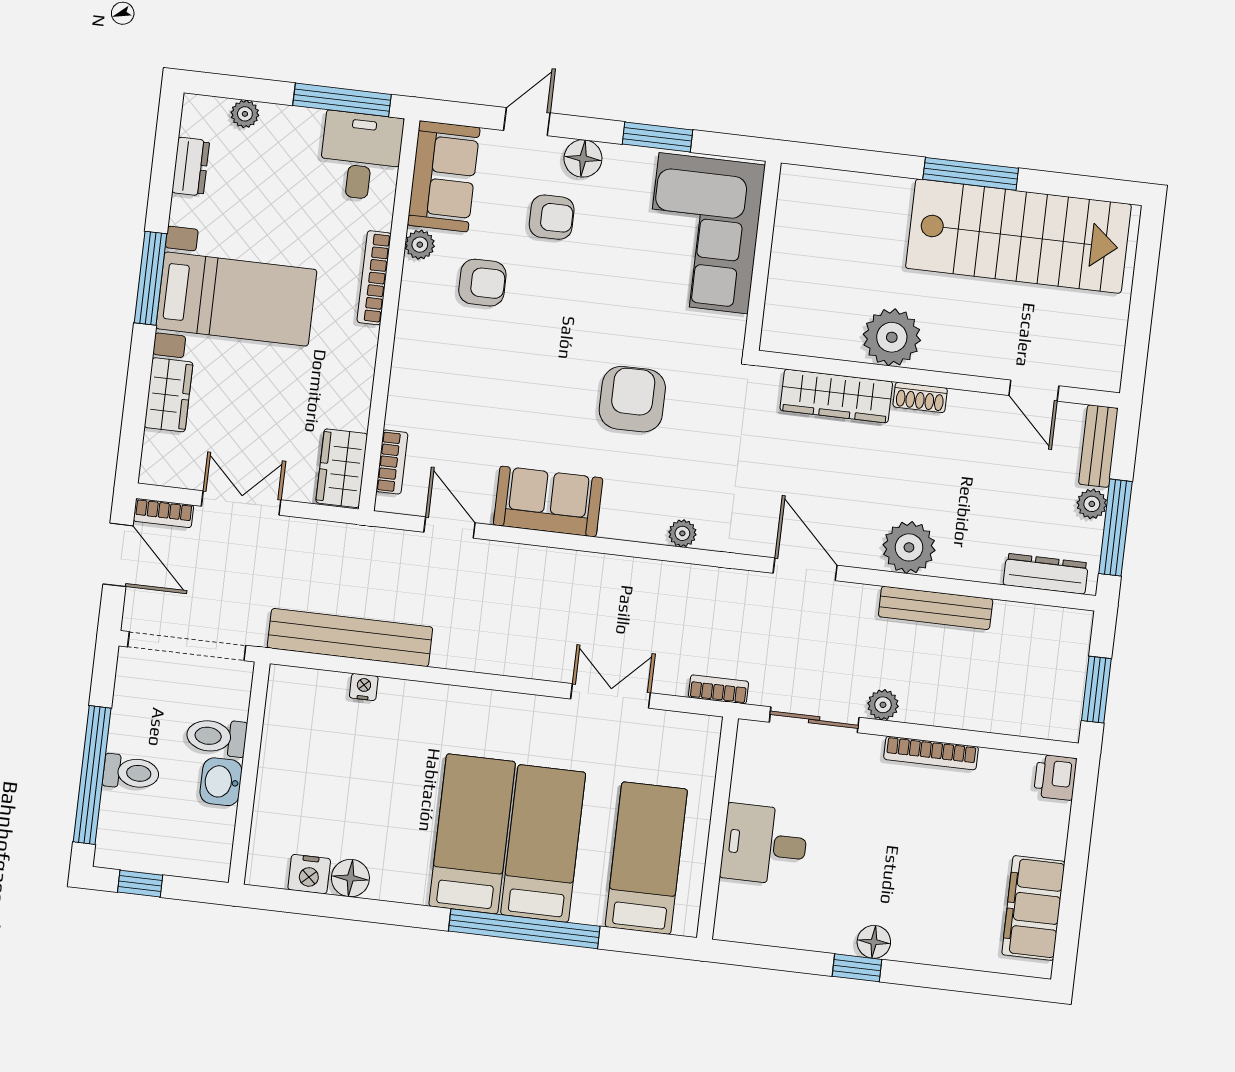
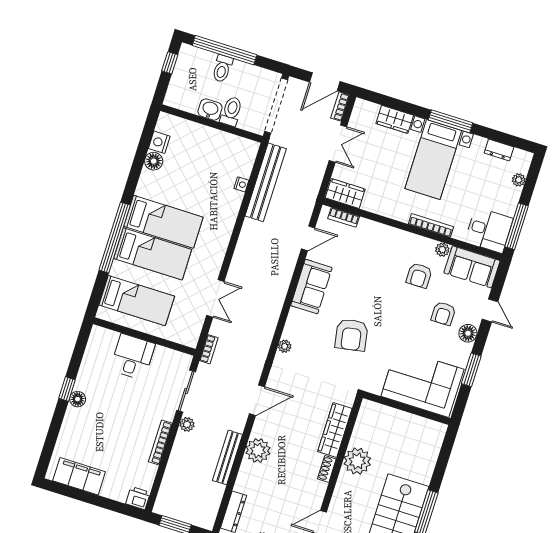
armchair: (632, 399) -> (352, 335), turned 80

